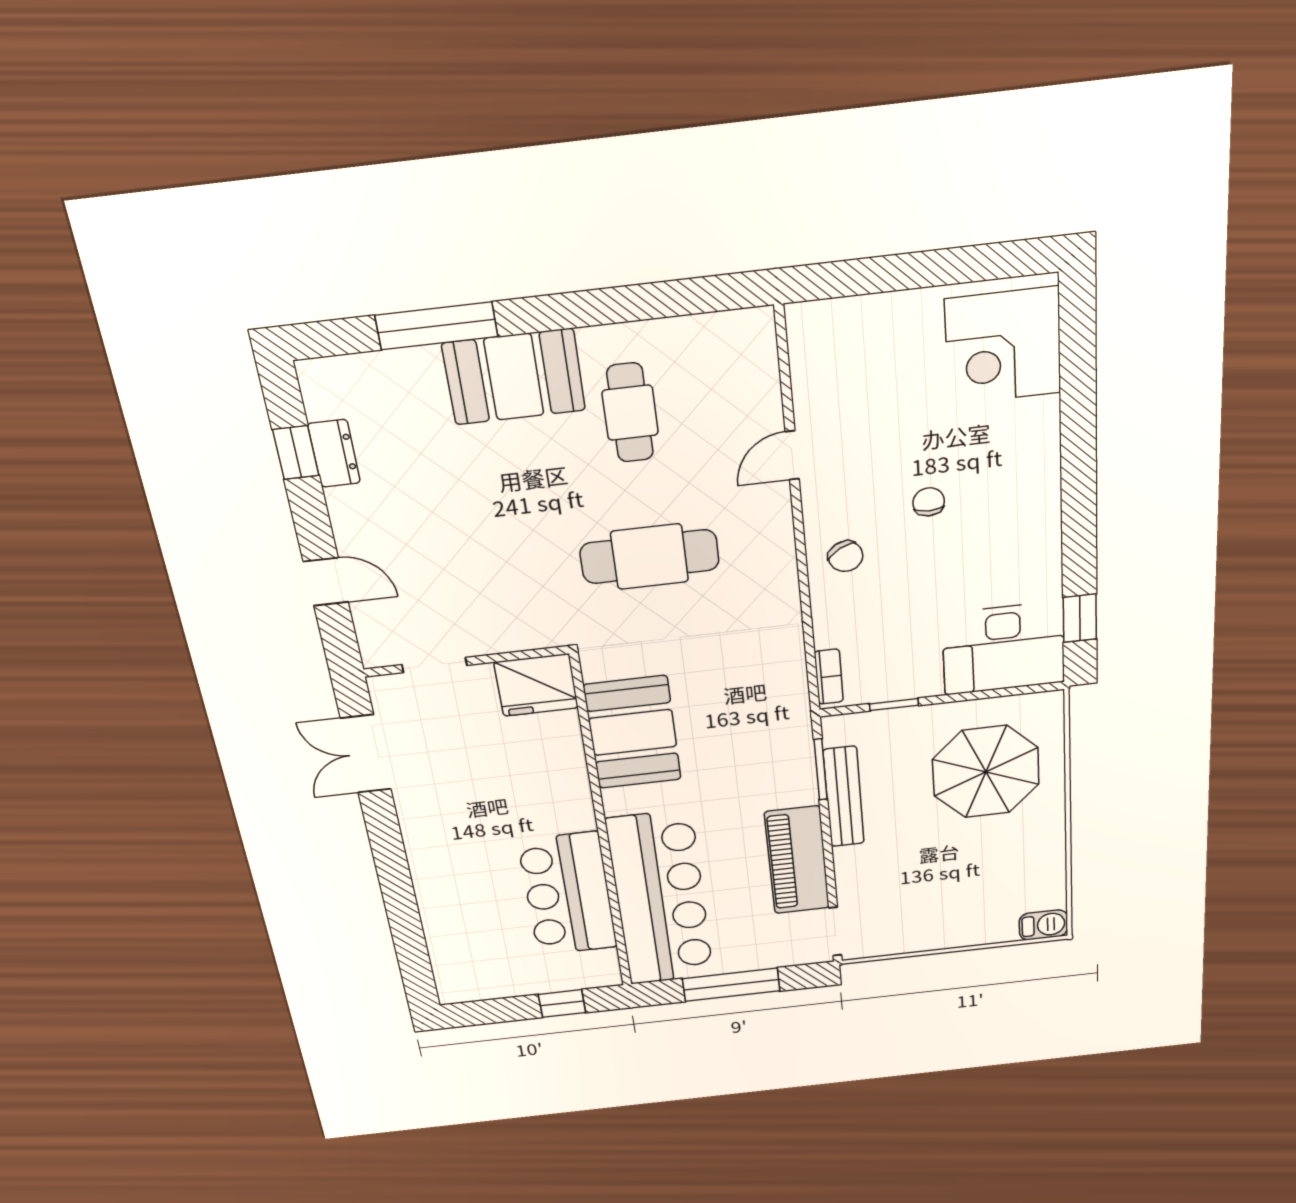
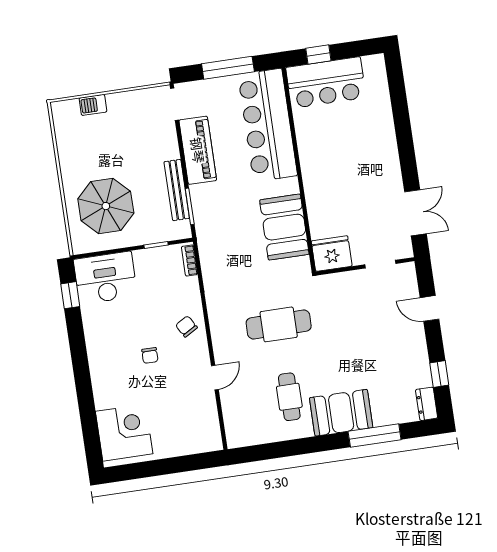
dresser: (334, 453) -> (427, 404), moved
bar counter: (568, 894) -> (326, 83), moved, turned 90
barbecue: (1043, 925) -> (93, 105), moved

